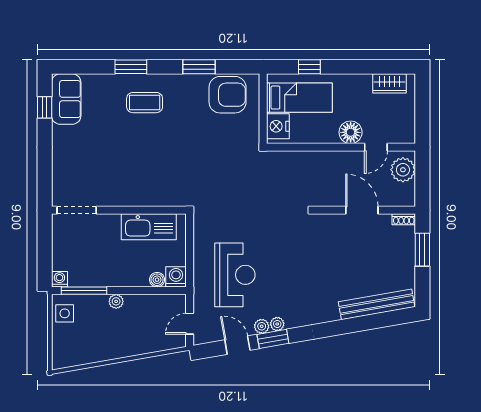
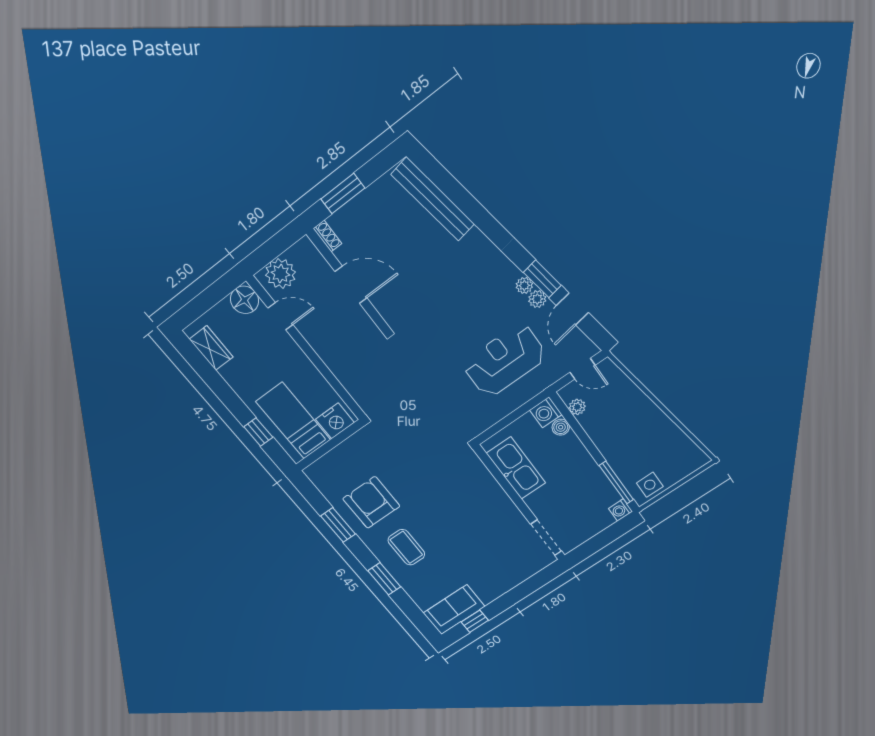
armchair: (228, 95) -> (371, 502), moved
floor lamp: (351, 132) -> (245, 300), moved
door: (362, 210) -> (351, 285), swing flipped
plant: (116, 301) -> (577, 407), moved

